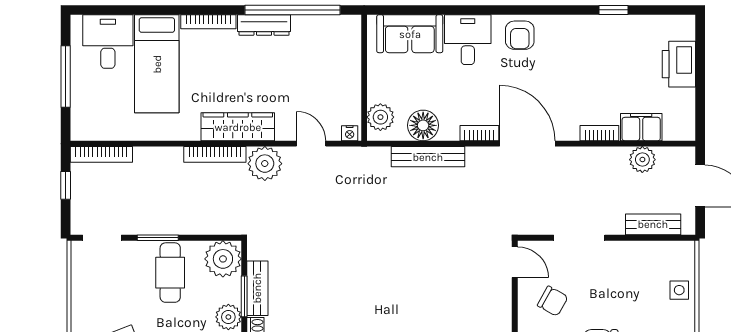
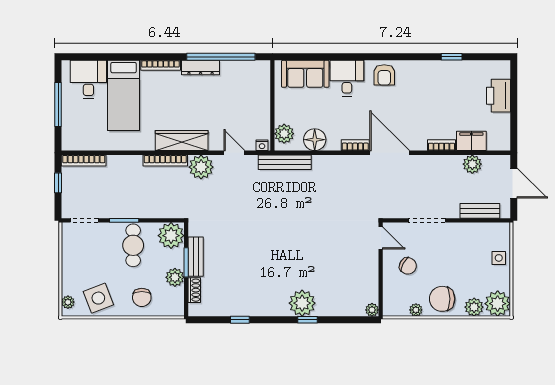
bench: (428, 157) -> (285, 162), moved

